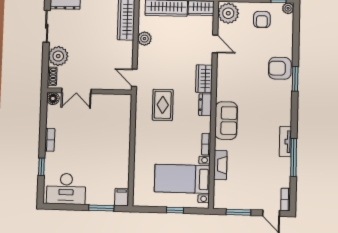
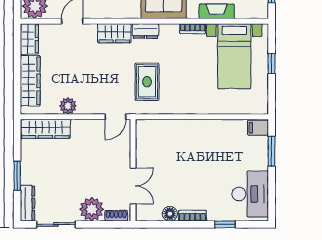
floor lamp: (53, 98) -> (170, 214), moved
rug: (163, 105) -> (147, 82), turned 90

